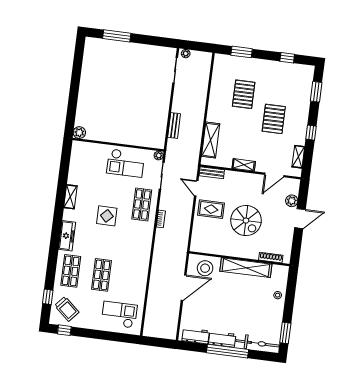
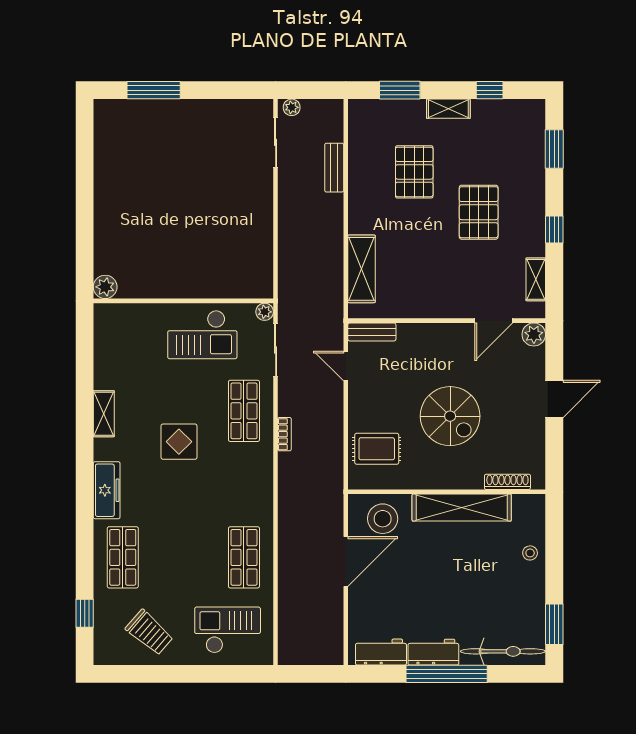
bench: (174, 125) -> (334, 168), moved
shelving: (244, 165) -> (448, 109), moved
plant: (292, 201) -> (534, 334), moved
rug: (211, 209) -> (377, 449), moved
shop shelf: (101, 275) -> (244, 557), moved
trolley: (67, 309) -> (149, 633), moved
window: (64, 330) -> (125, 674), removed

